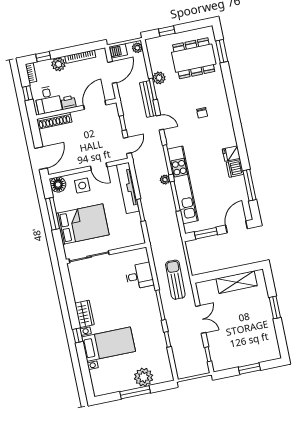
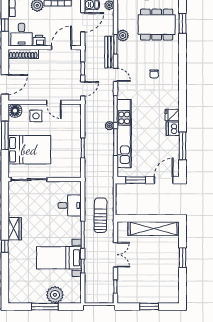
tv unit: (128, 188) -> (75, 126), removed
shelving: (237, 282) -> (154, 228), width x1.47
bed with nightstands: (109, 344) -> (59, 258), moved, turned 180

